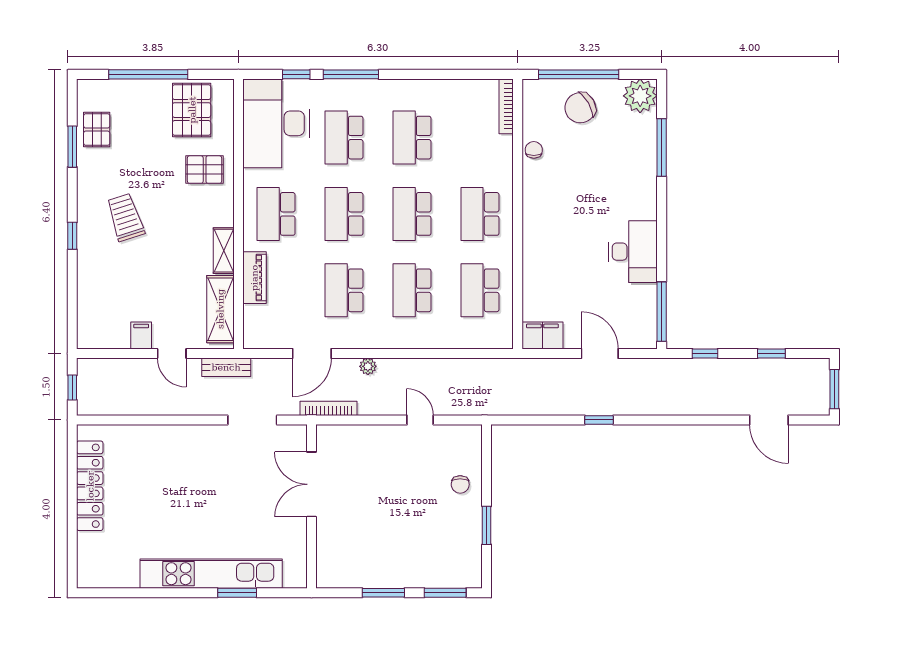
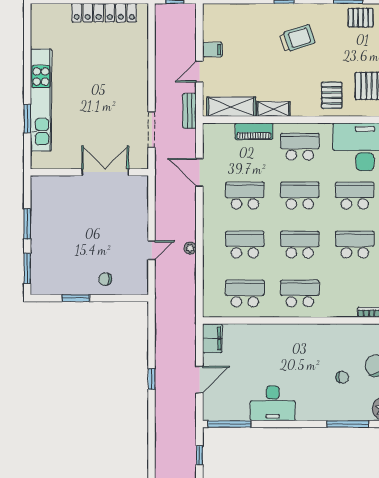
chair: (534, 150) -> (342, 377), moved
plant: (368, 366) -> (190, 248), moved
bookcase: (328, 408) -> (160, 184), removed

